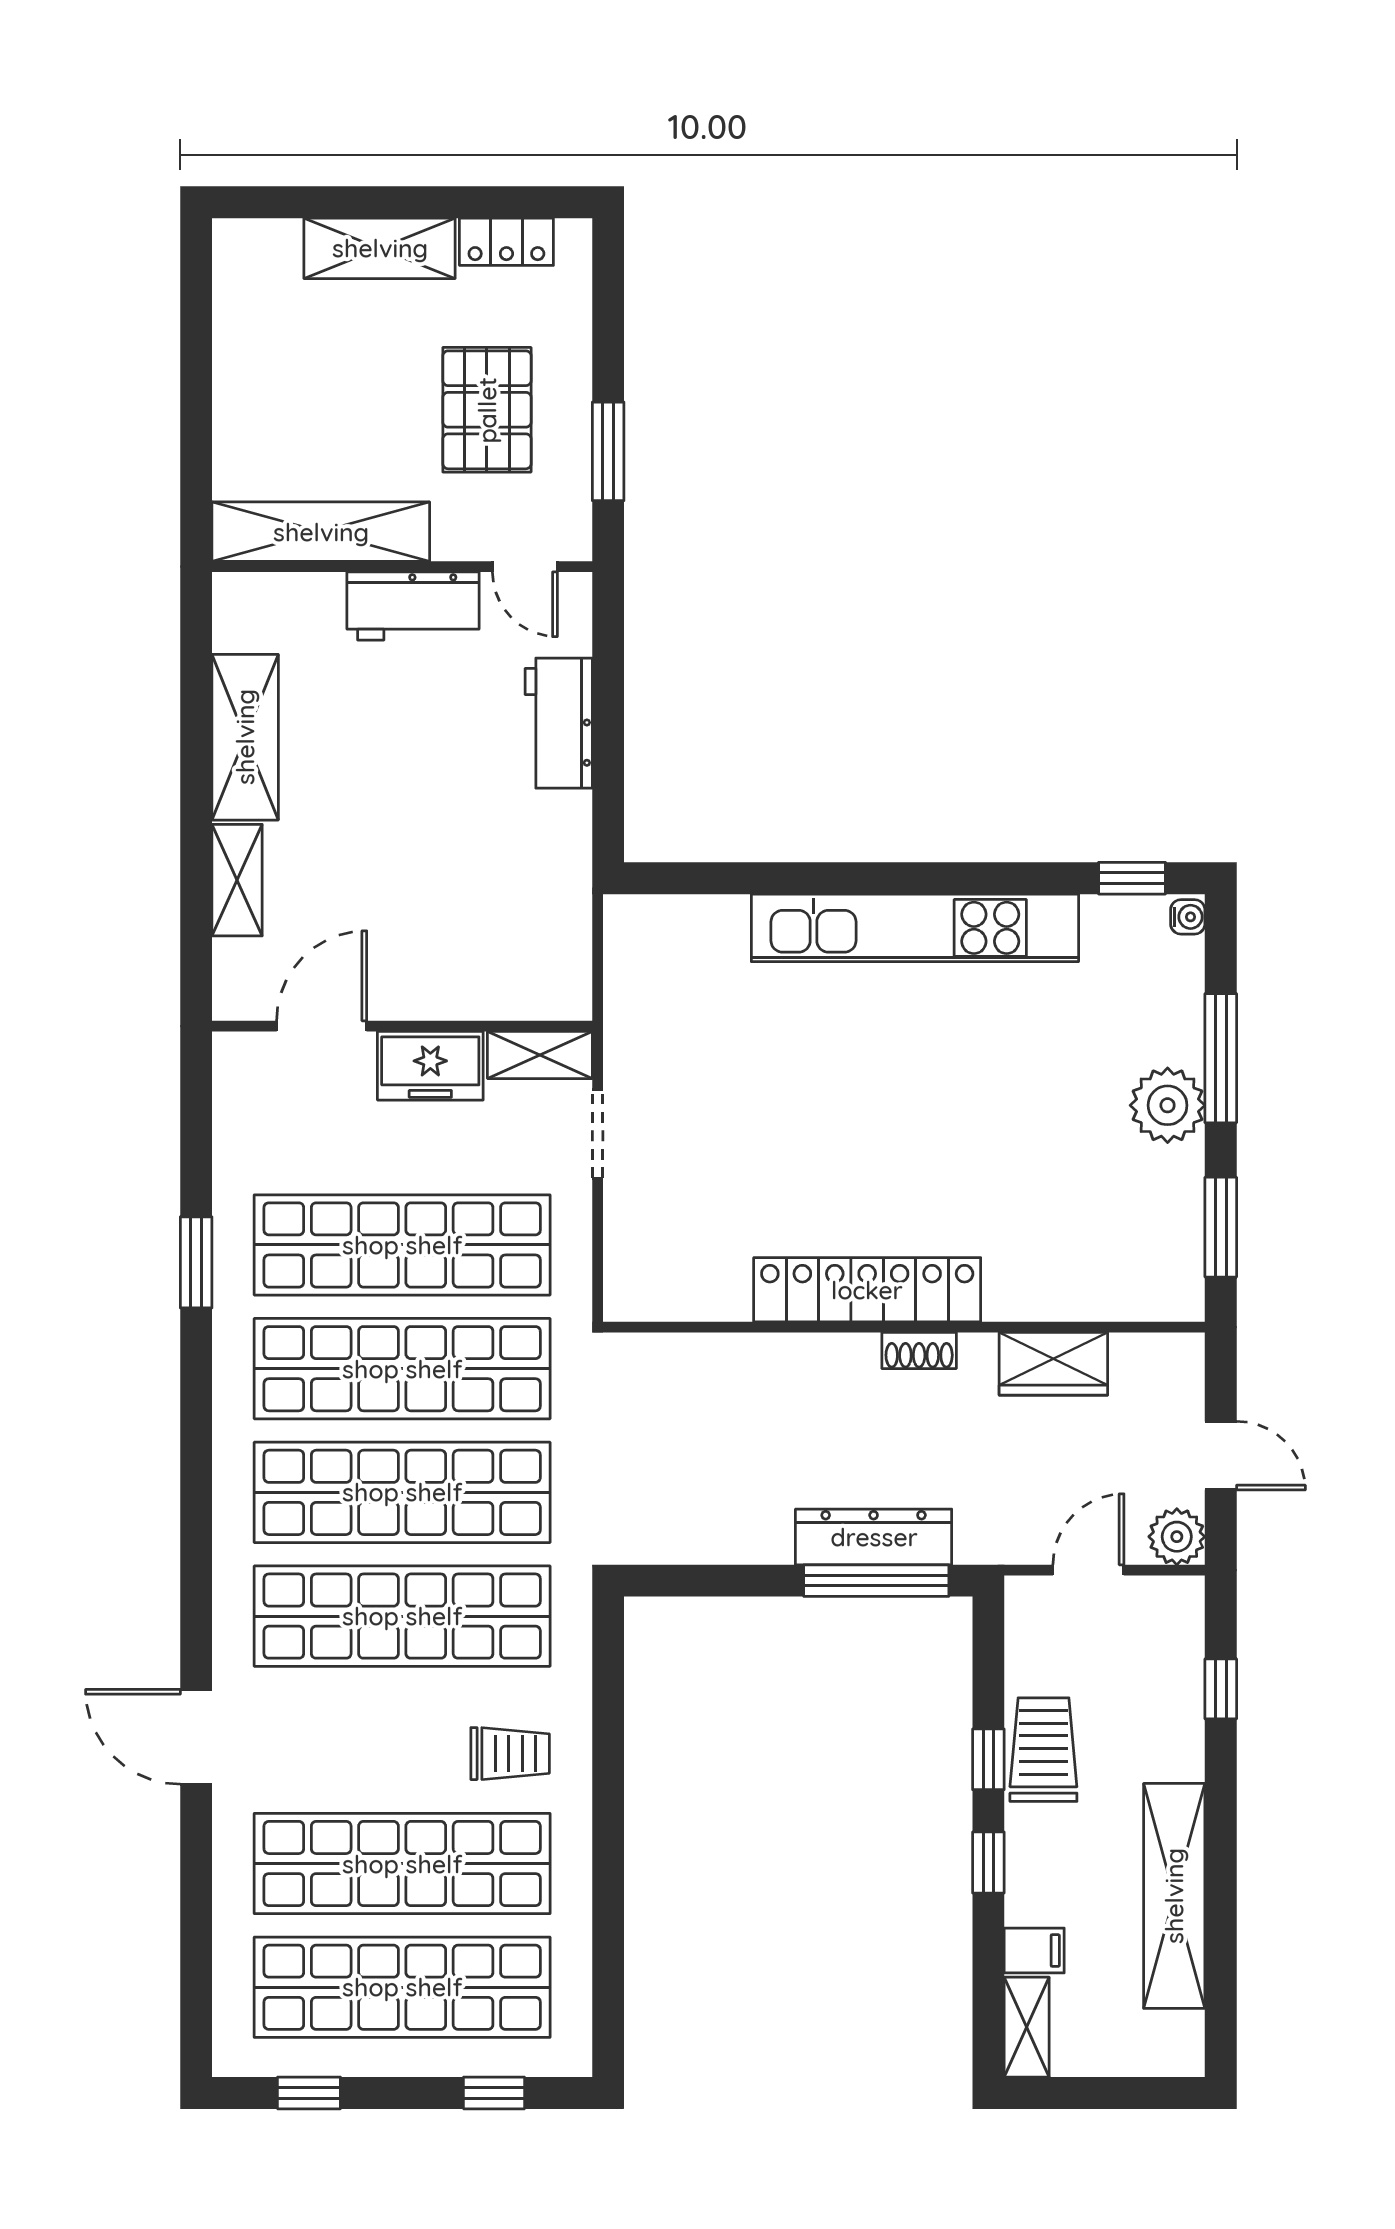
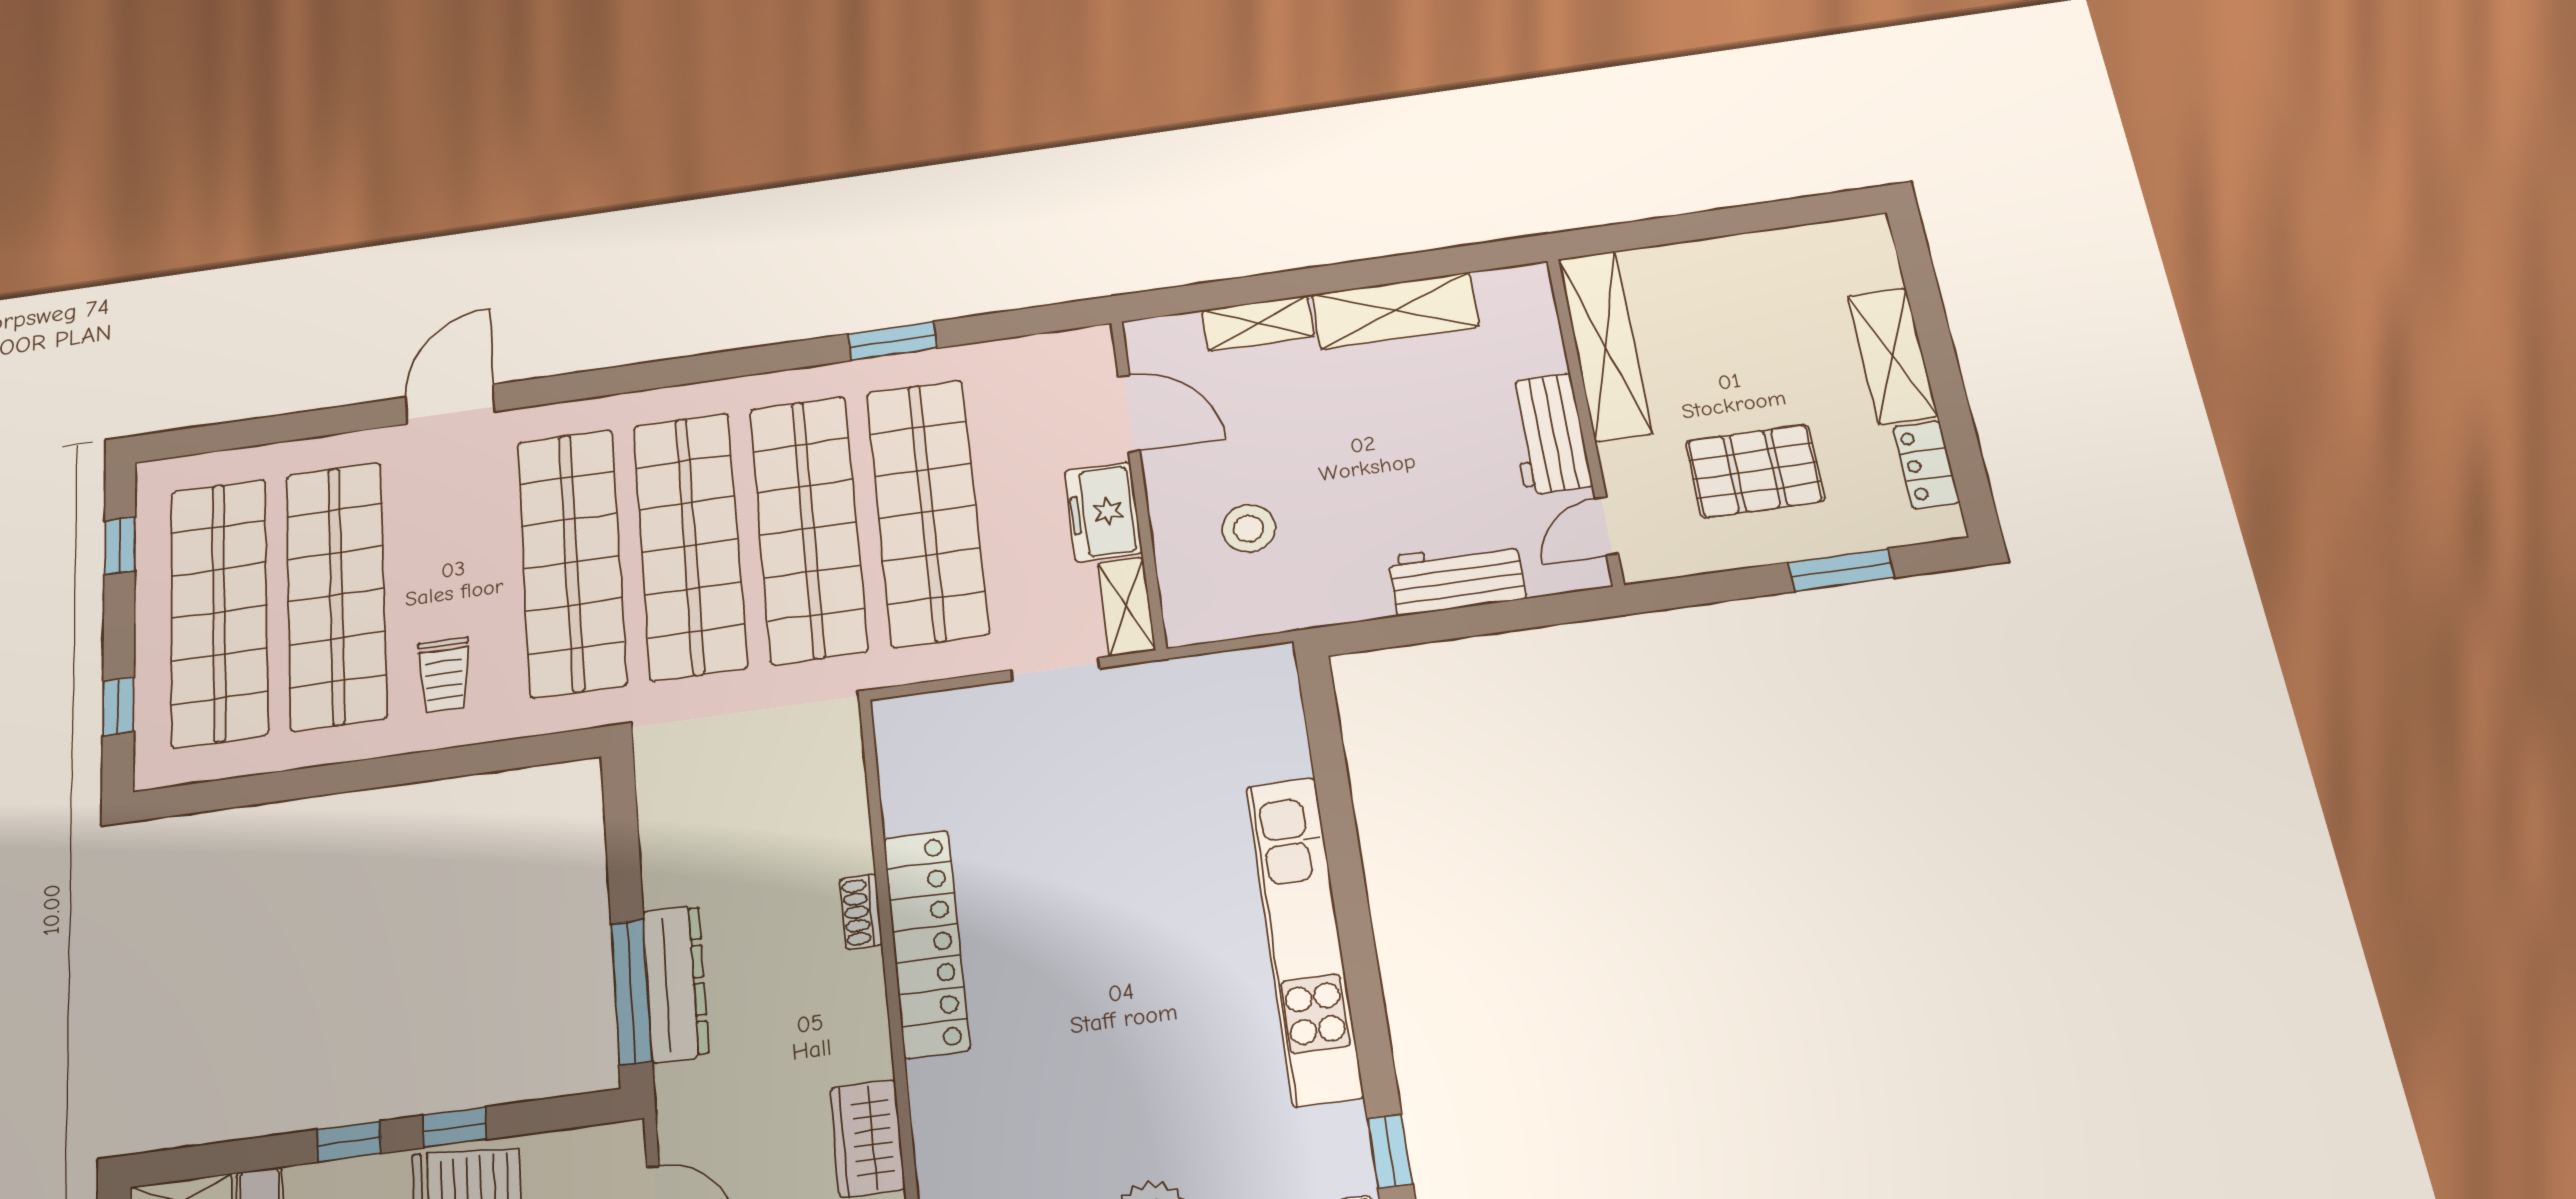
window: (608, 451) -> (1841, 570), moved
stool: (472, 922) -> (1249, 528), added
shoe rack: (919, 1351) -> (861, 912), moved

